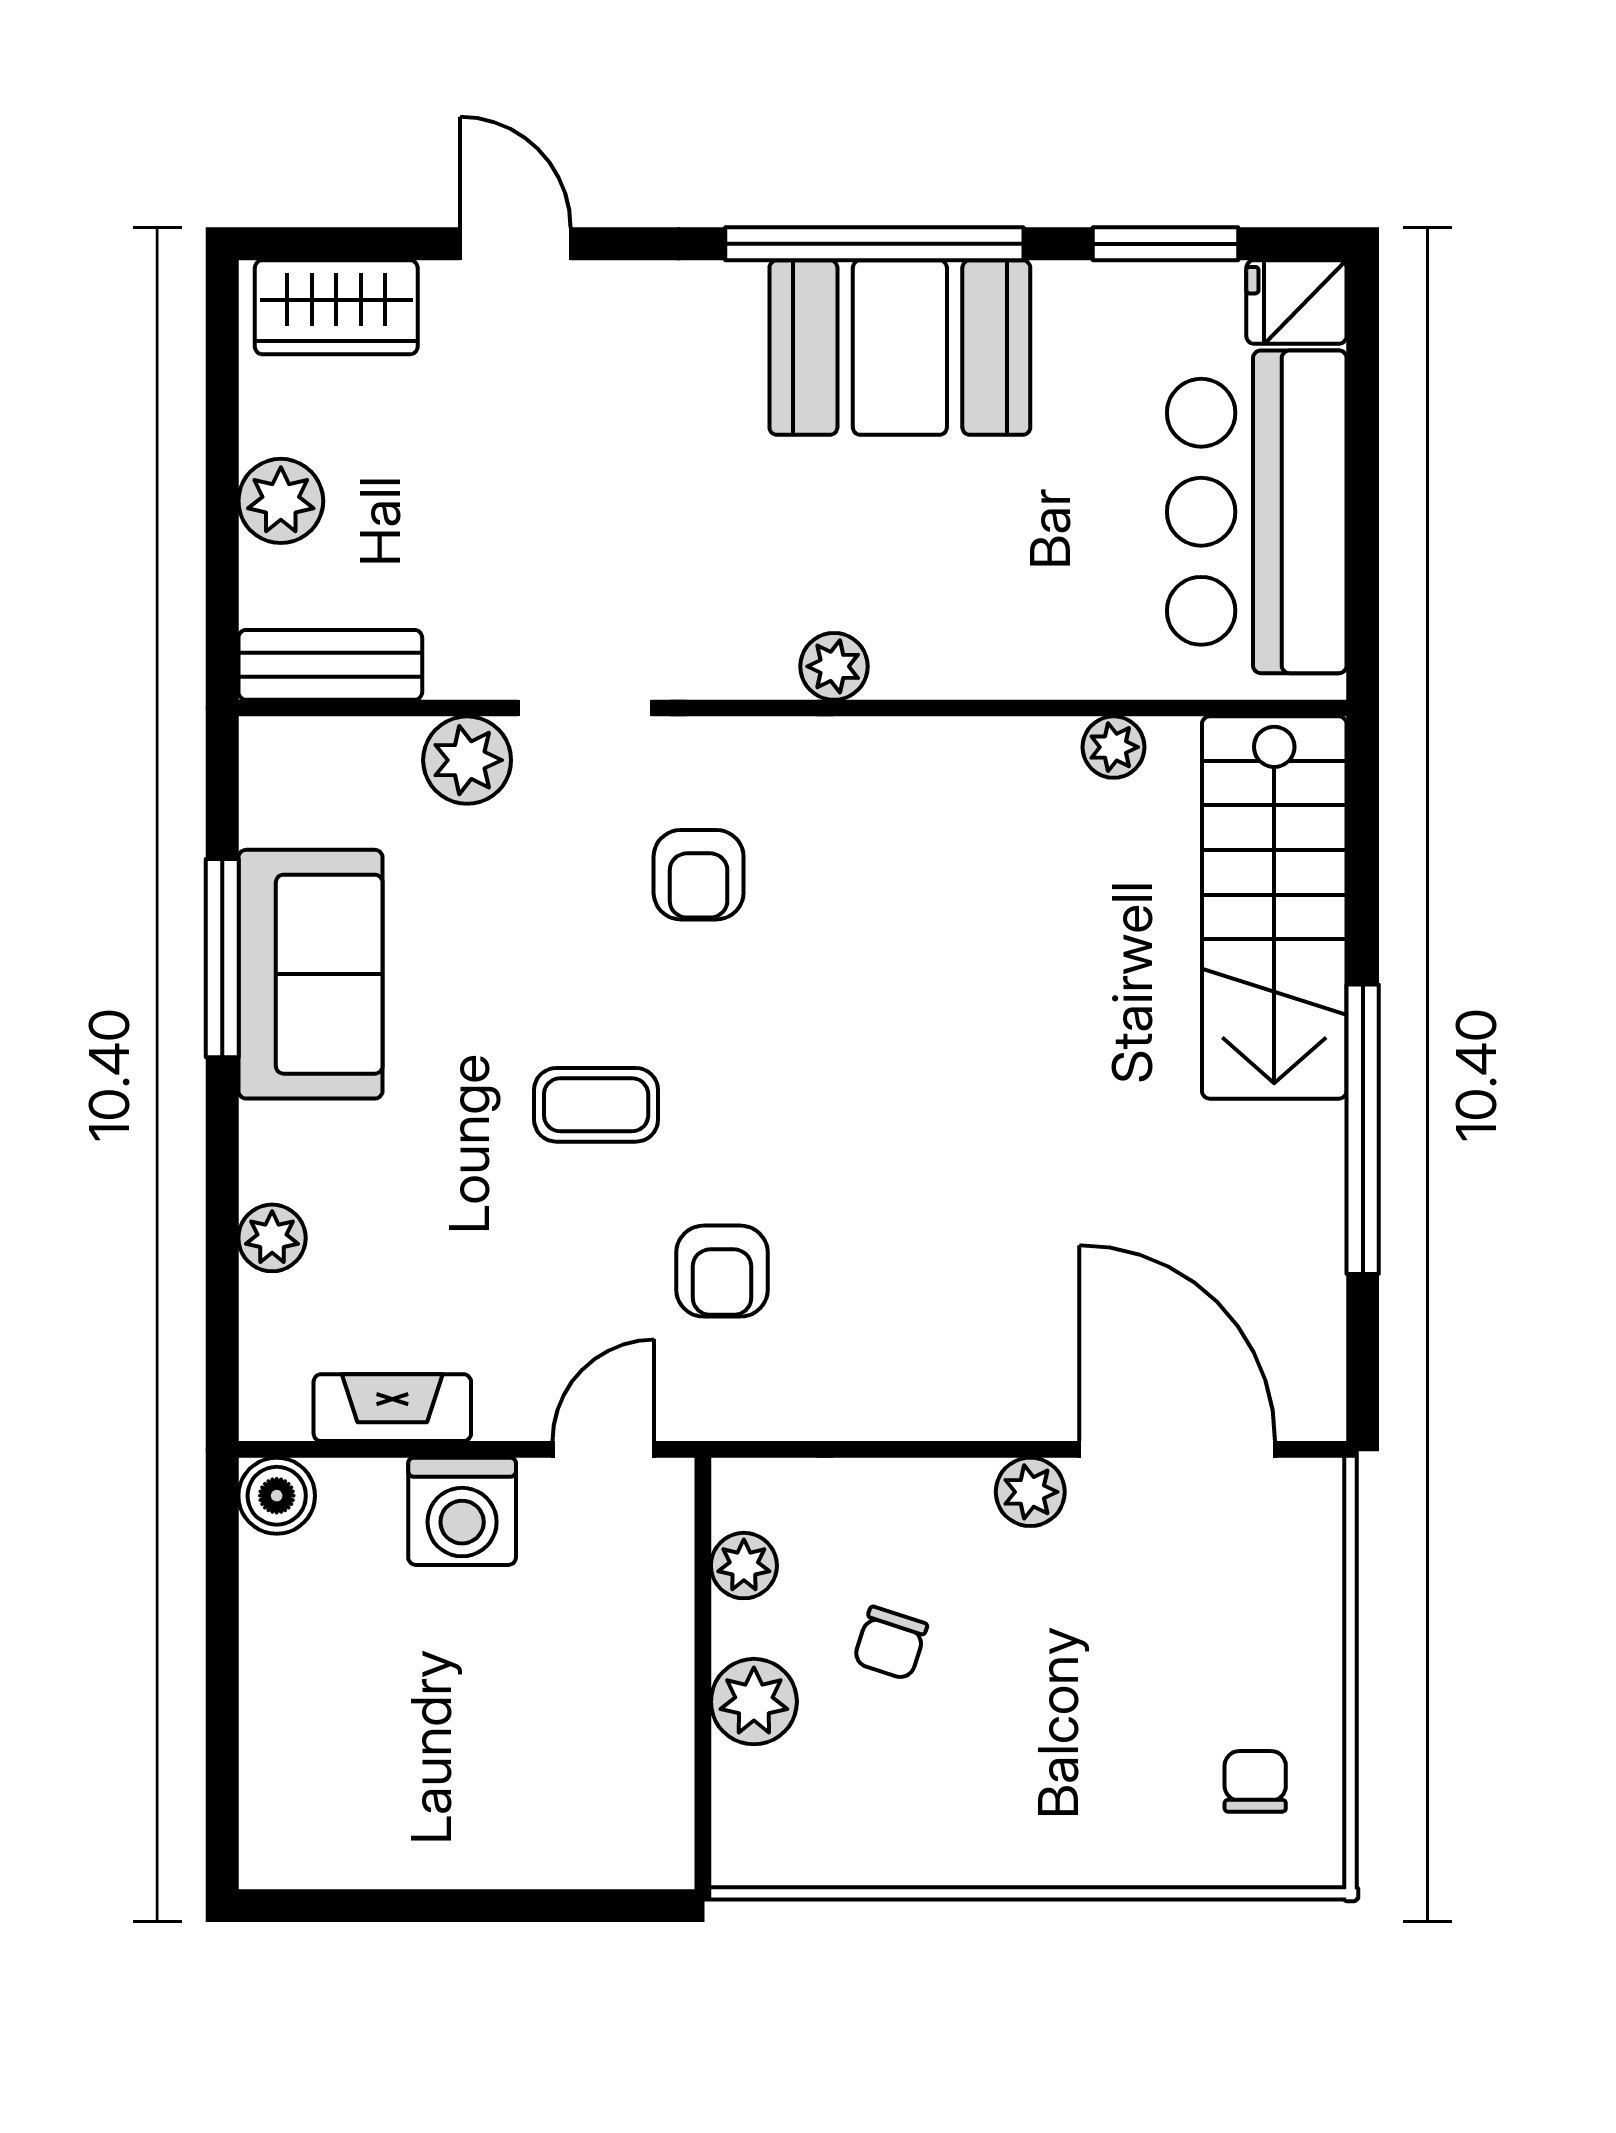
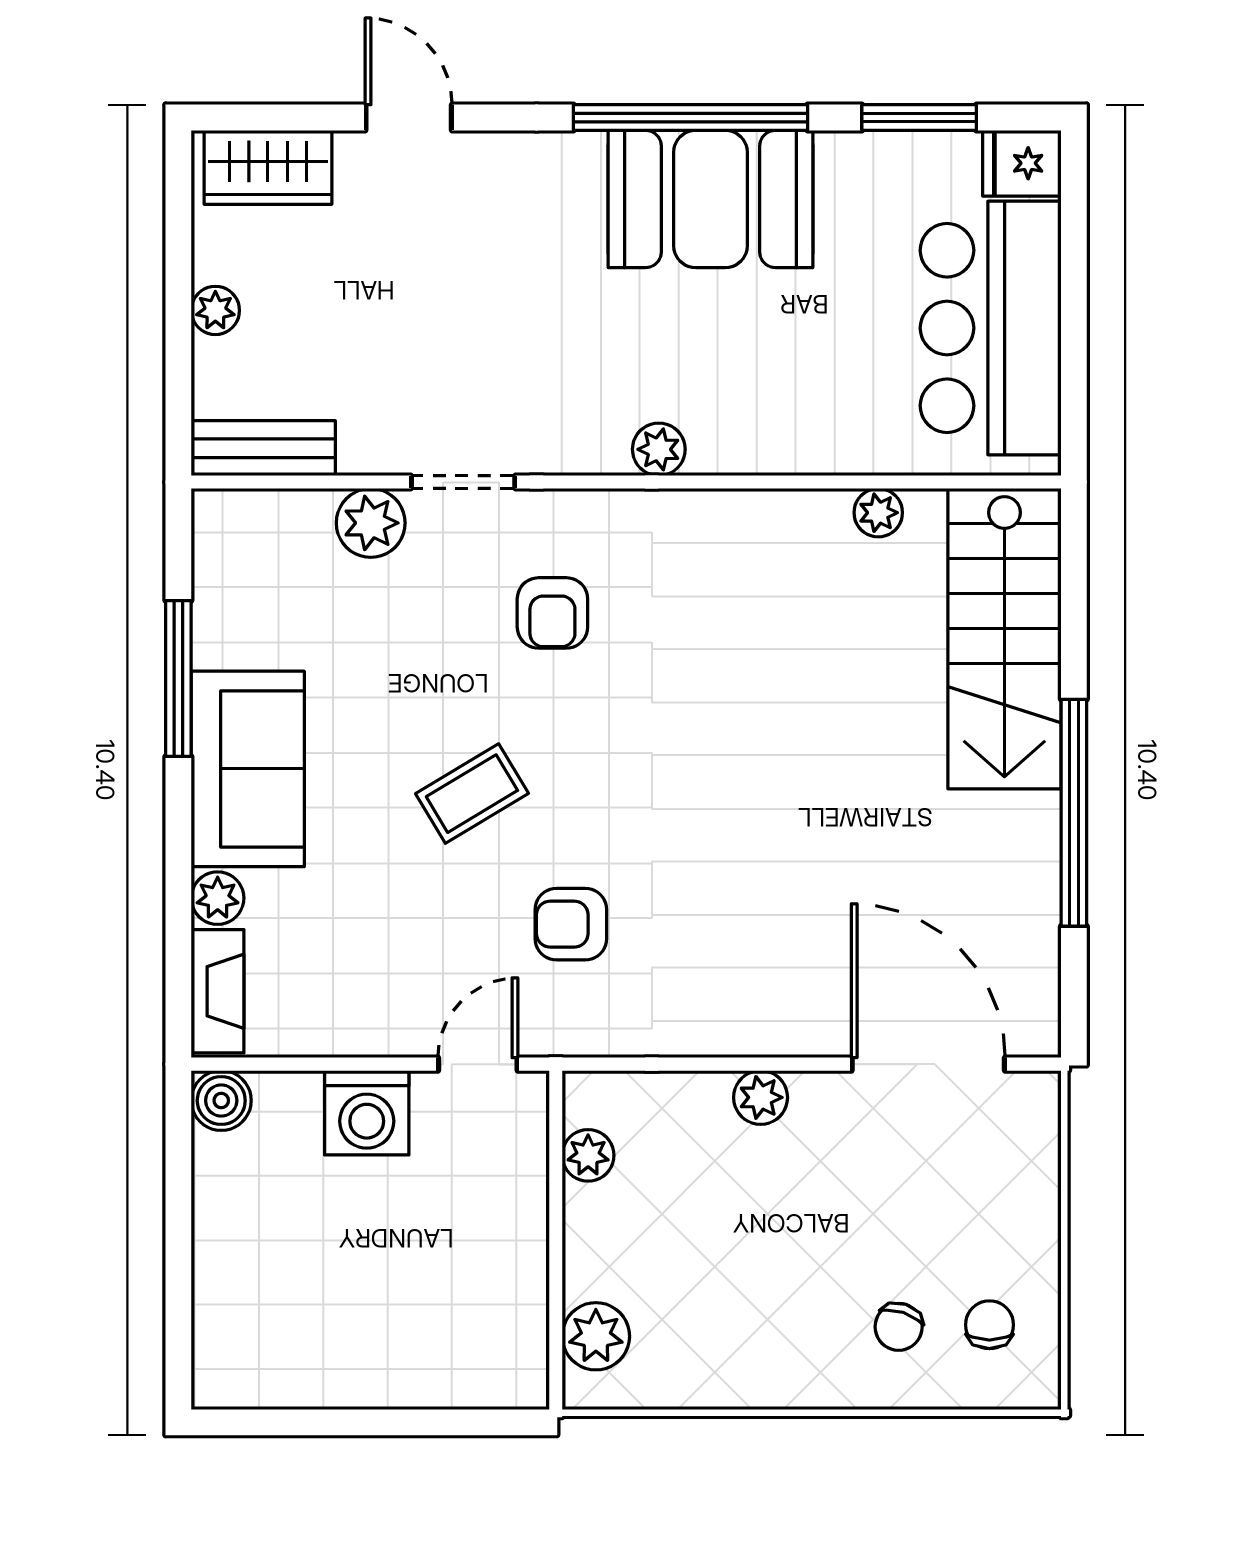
plant: (281, 501) -> (215, 310), width x0.73, depth x0.73
sofa: (311, 974) -> (248, 769), moved
coffee table: (596, 1105) -> (472, 794), turned -31
armchair: (722, 1271) -> (571, 924), turned 90
fireplace: (392, 1408) -> (218, 991), moved, turned 90
plant: (1030, 1492) -> (761, 1097), moved
chair: (890, 1643) -> (899, 1327), moved
plant: (754, 1702) -> (596, 1336), moved

